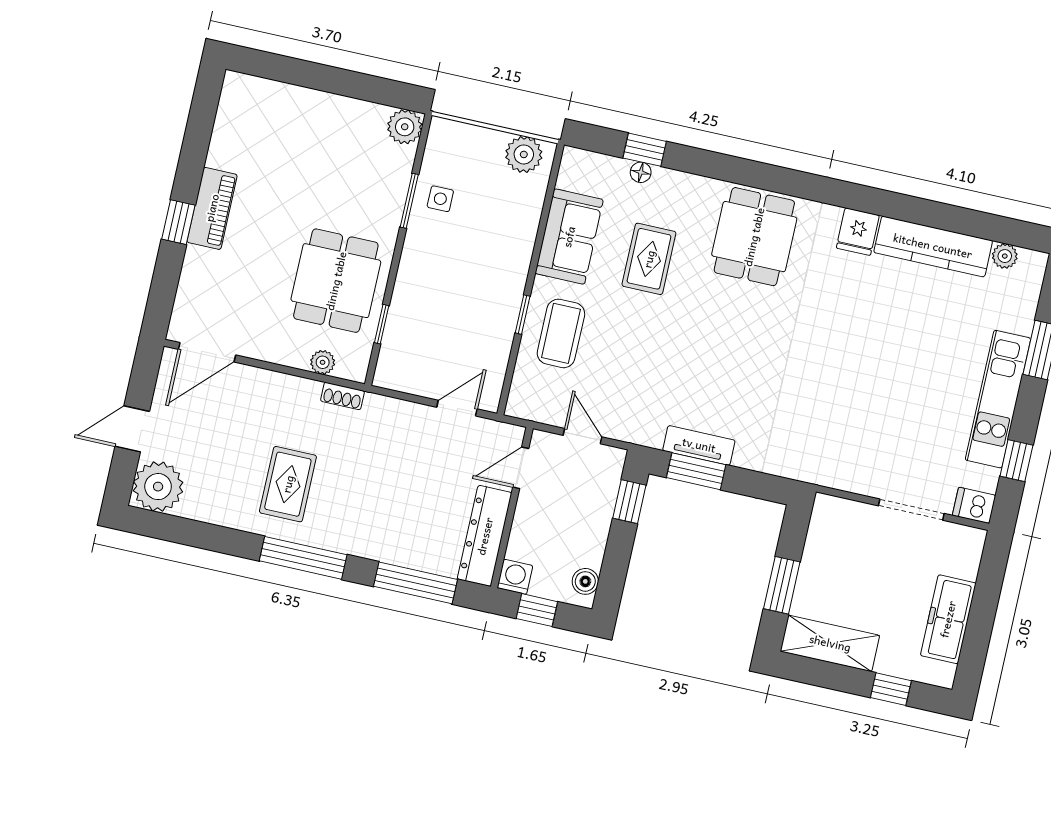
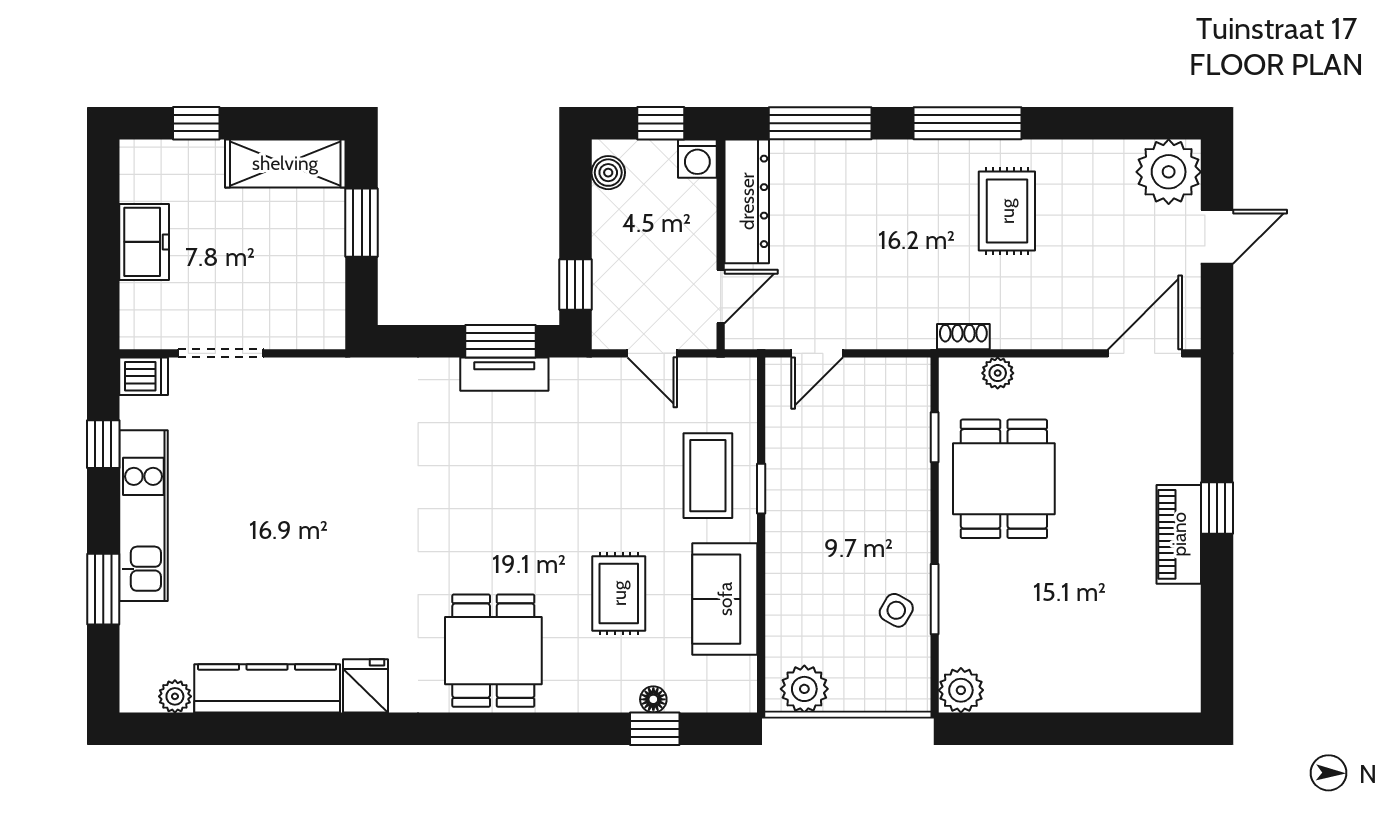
side table: (440, 199) -> (896, 610), turned 30
freezer: (948, 619) -> (144, 242), width x0.71

